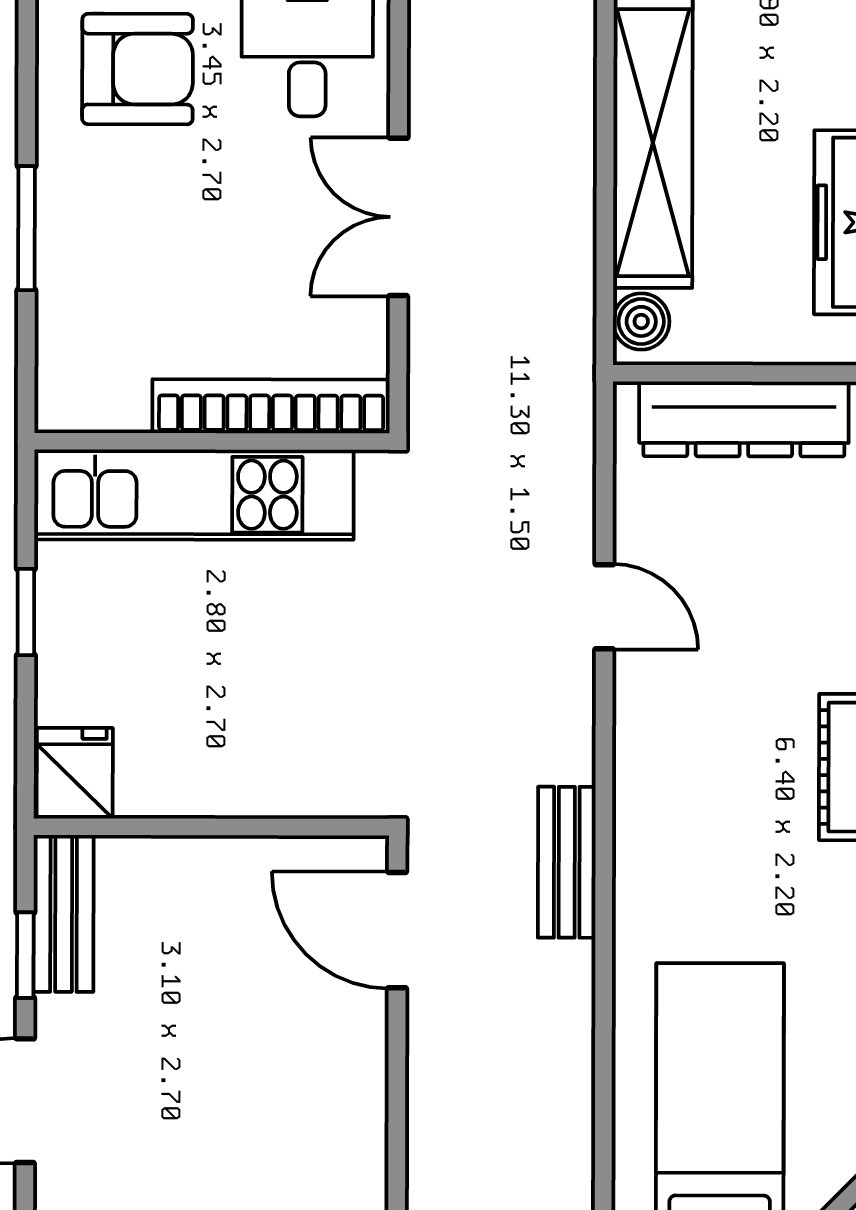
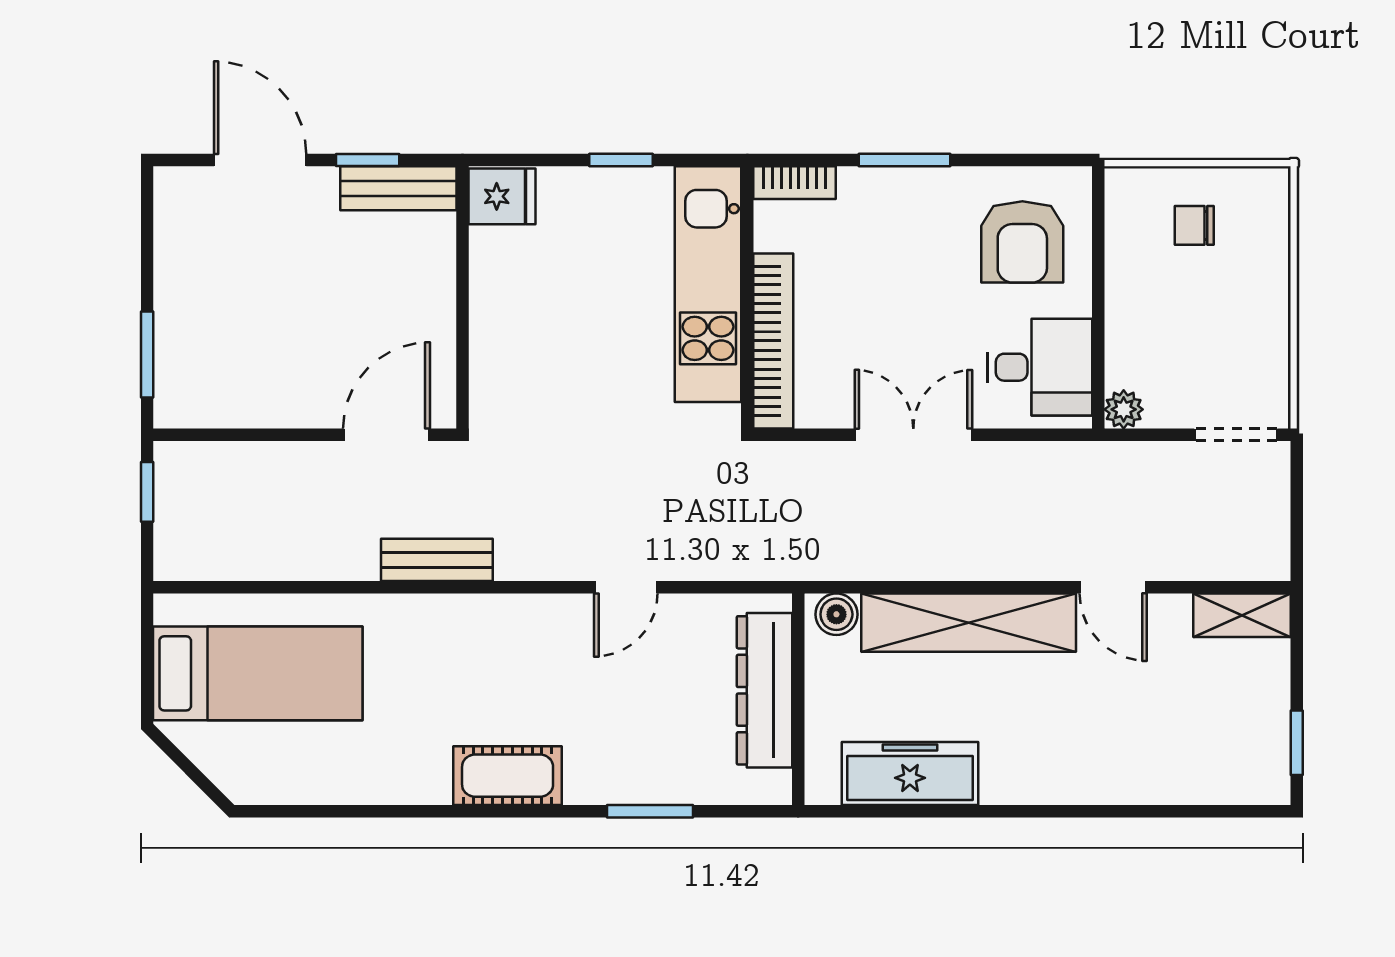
bookcase: (57, 377) -> (795, 183), added

